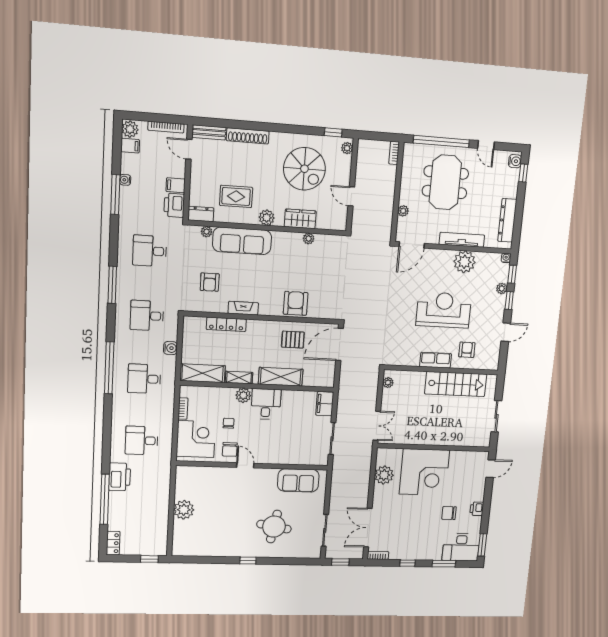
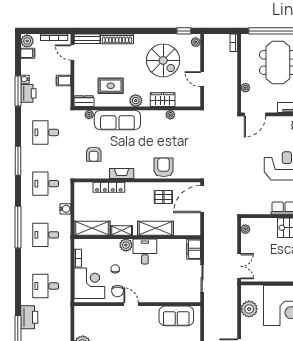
printer: (174, 205) -> (28, 93), moved, turned 180

